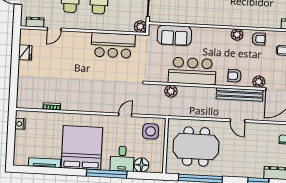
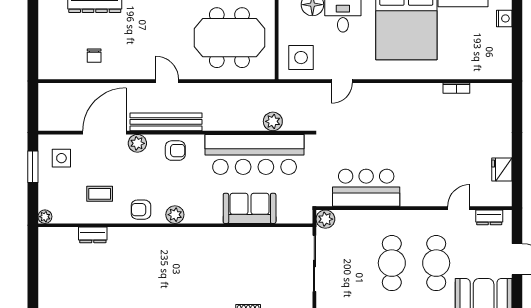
sofa: (174, 35) -> (250, 208), moved
bar counter: (192, 71) -> (255, 154), width x1.36
nightstand: (20, 124) -> (504, 18), moved

